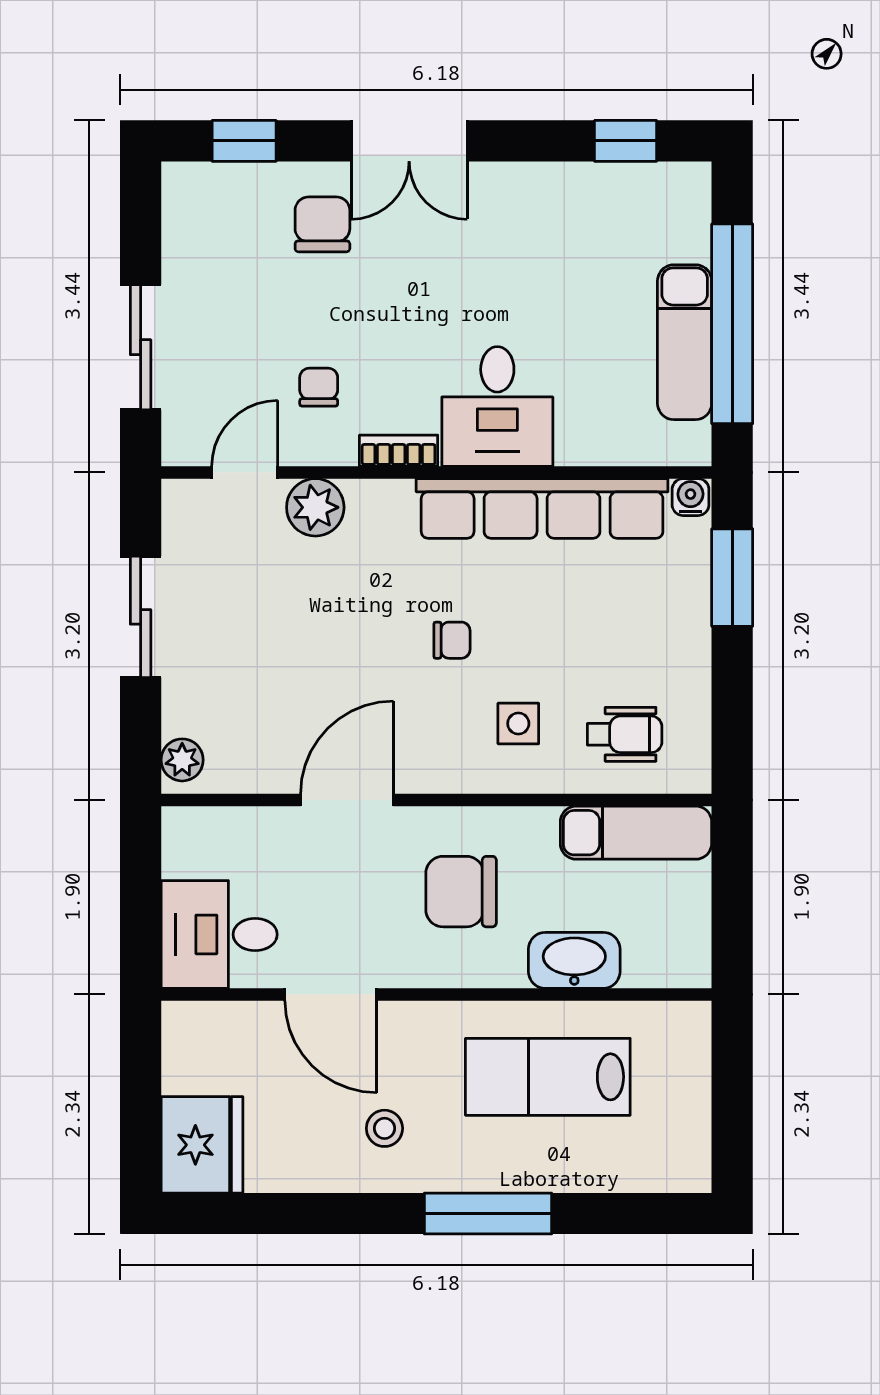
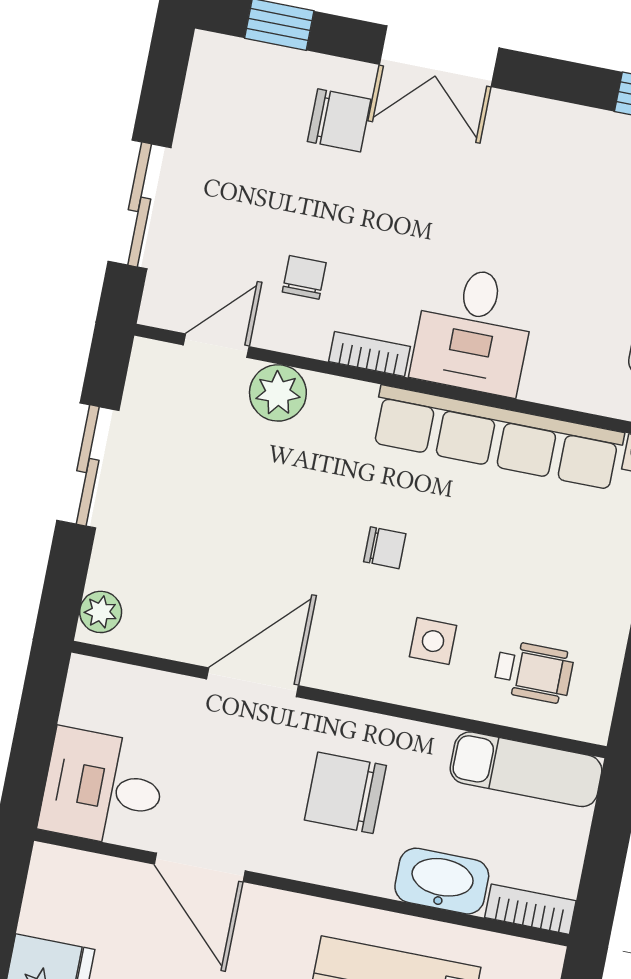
chair: (322, 224) -> (339, 120), turned 90
bookcase: (668, 971) -> (530, 909), added

